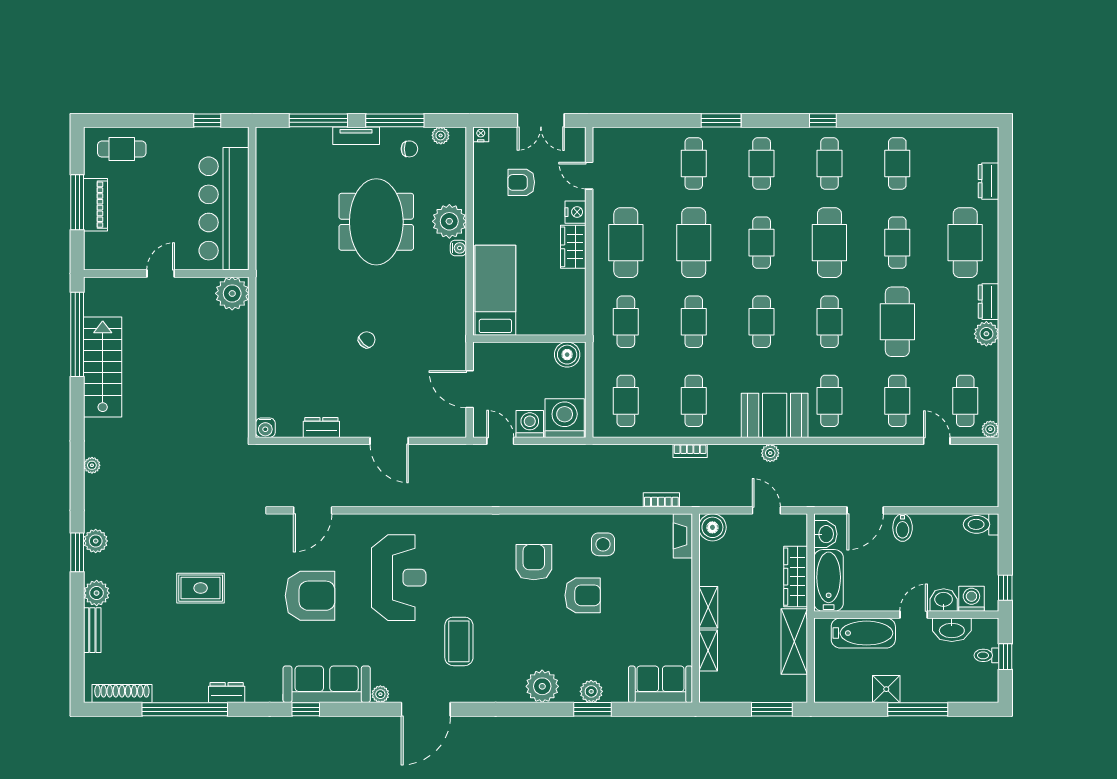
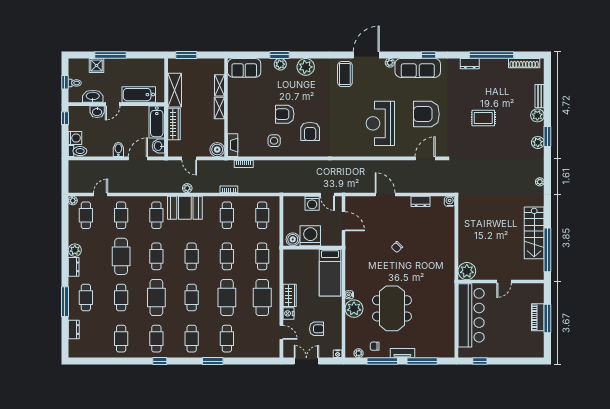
cafe table: (122, 149) -> (524, 346), removed
window: (1005, 235) -> (65, 302), added
cafe table: (965, 243) -> (86, 298), width x0.73, depth x0.74
washing machine: (565, 418) -> (310, 236), moved, turned 180
door: (937, 441) -> (101, 194), swing flipped
washing machine: (971, 599) -> (75, 138), moved, turned -90
coffee table: (459, 641) -> (345, 74), moved
shower: (886, 689) -> (97, 65), moved

